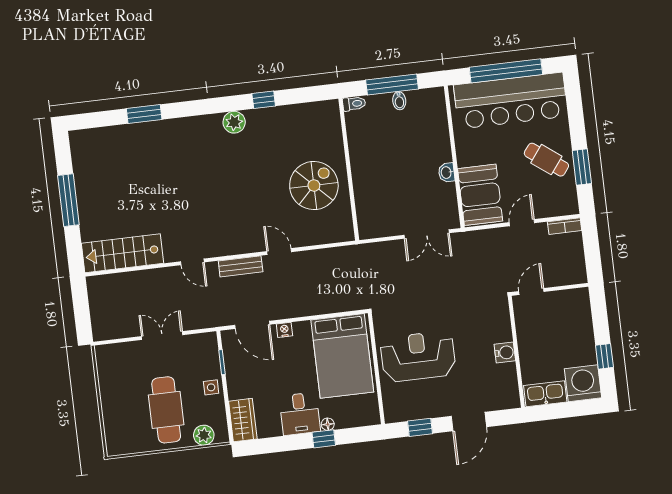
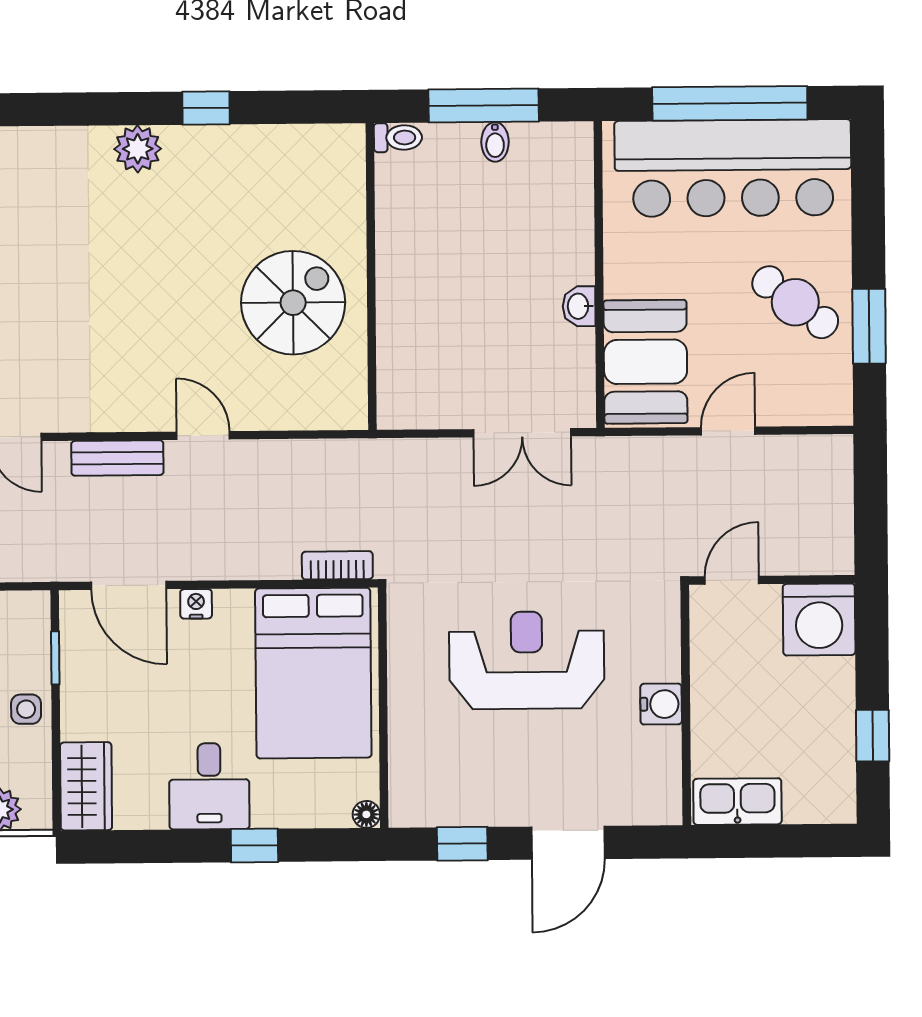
bookcase: (565, 226) -> (337, 565), moved, turned 180
reception desk: (418, 356) -> (527, 660), moved
washing machine: (583, 383) -> (819, 619), moved, turned 180
floor lamp: (328, 424) -> (366, 814), moved

